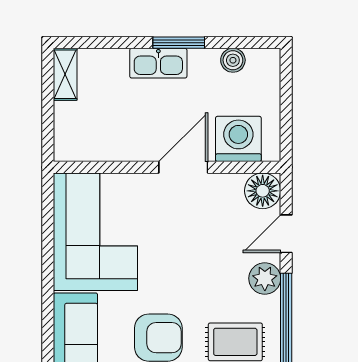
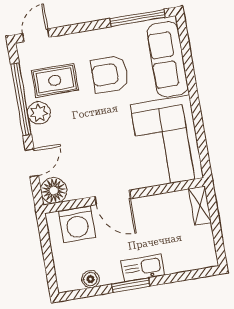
shelving: (65, 74) -> (200, 206), moved
door: (183, 167) -> (113, 198), hinge flipped
plant: (265, 278) -> (39, 113), moved

